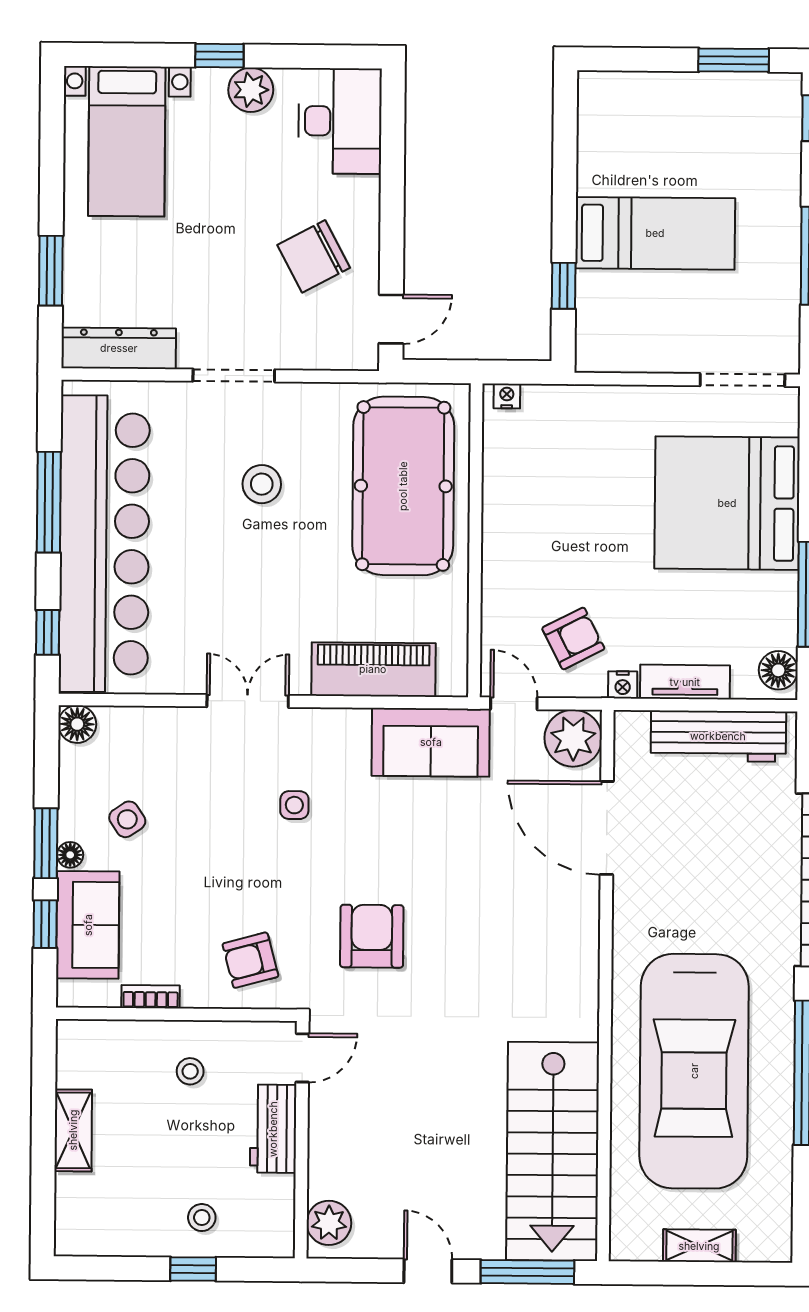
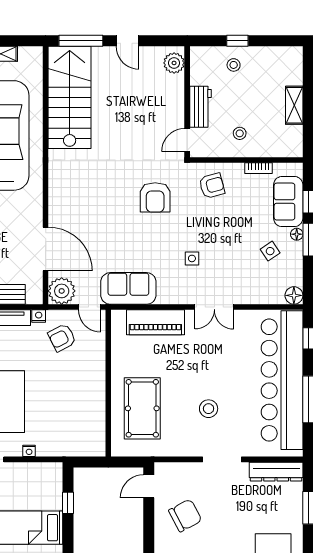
nightstand: (507, 396) -> (29, 451), moved
pool table: (403, 486) -> (142, 408), width x0.73, depth x0.76

